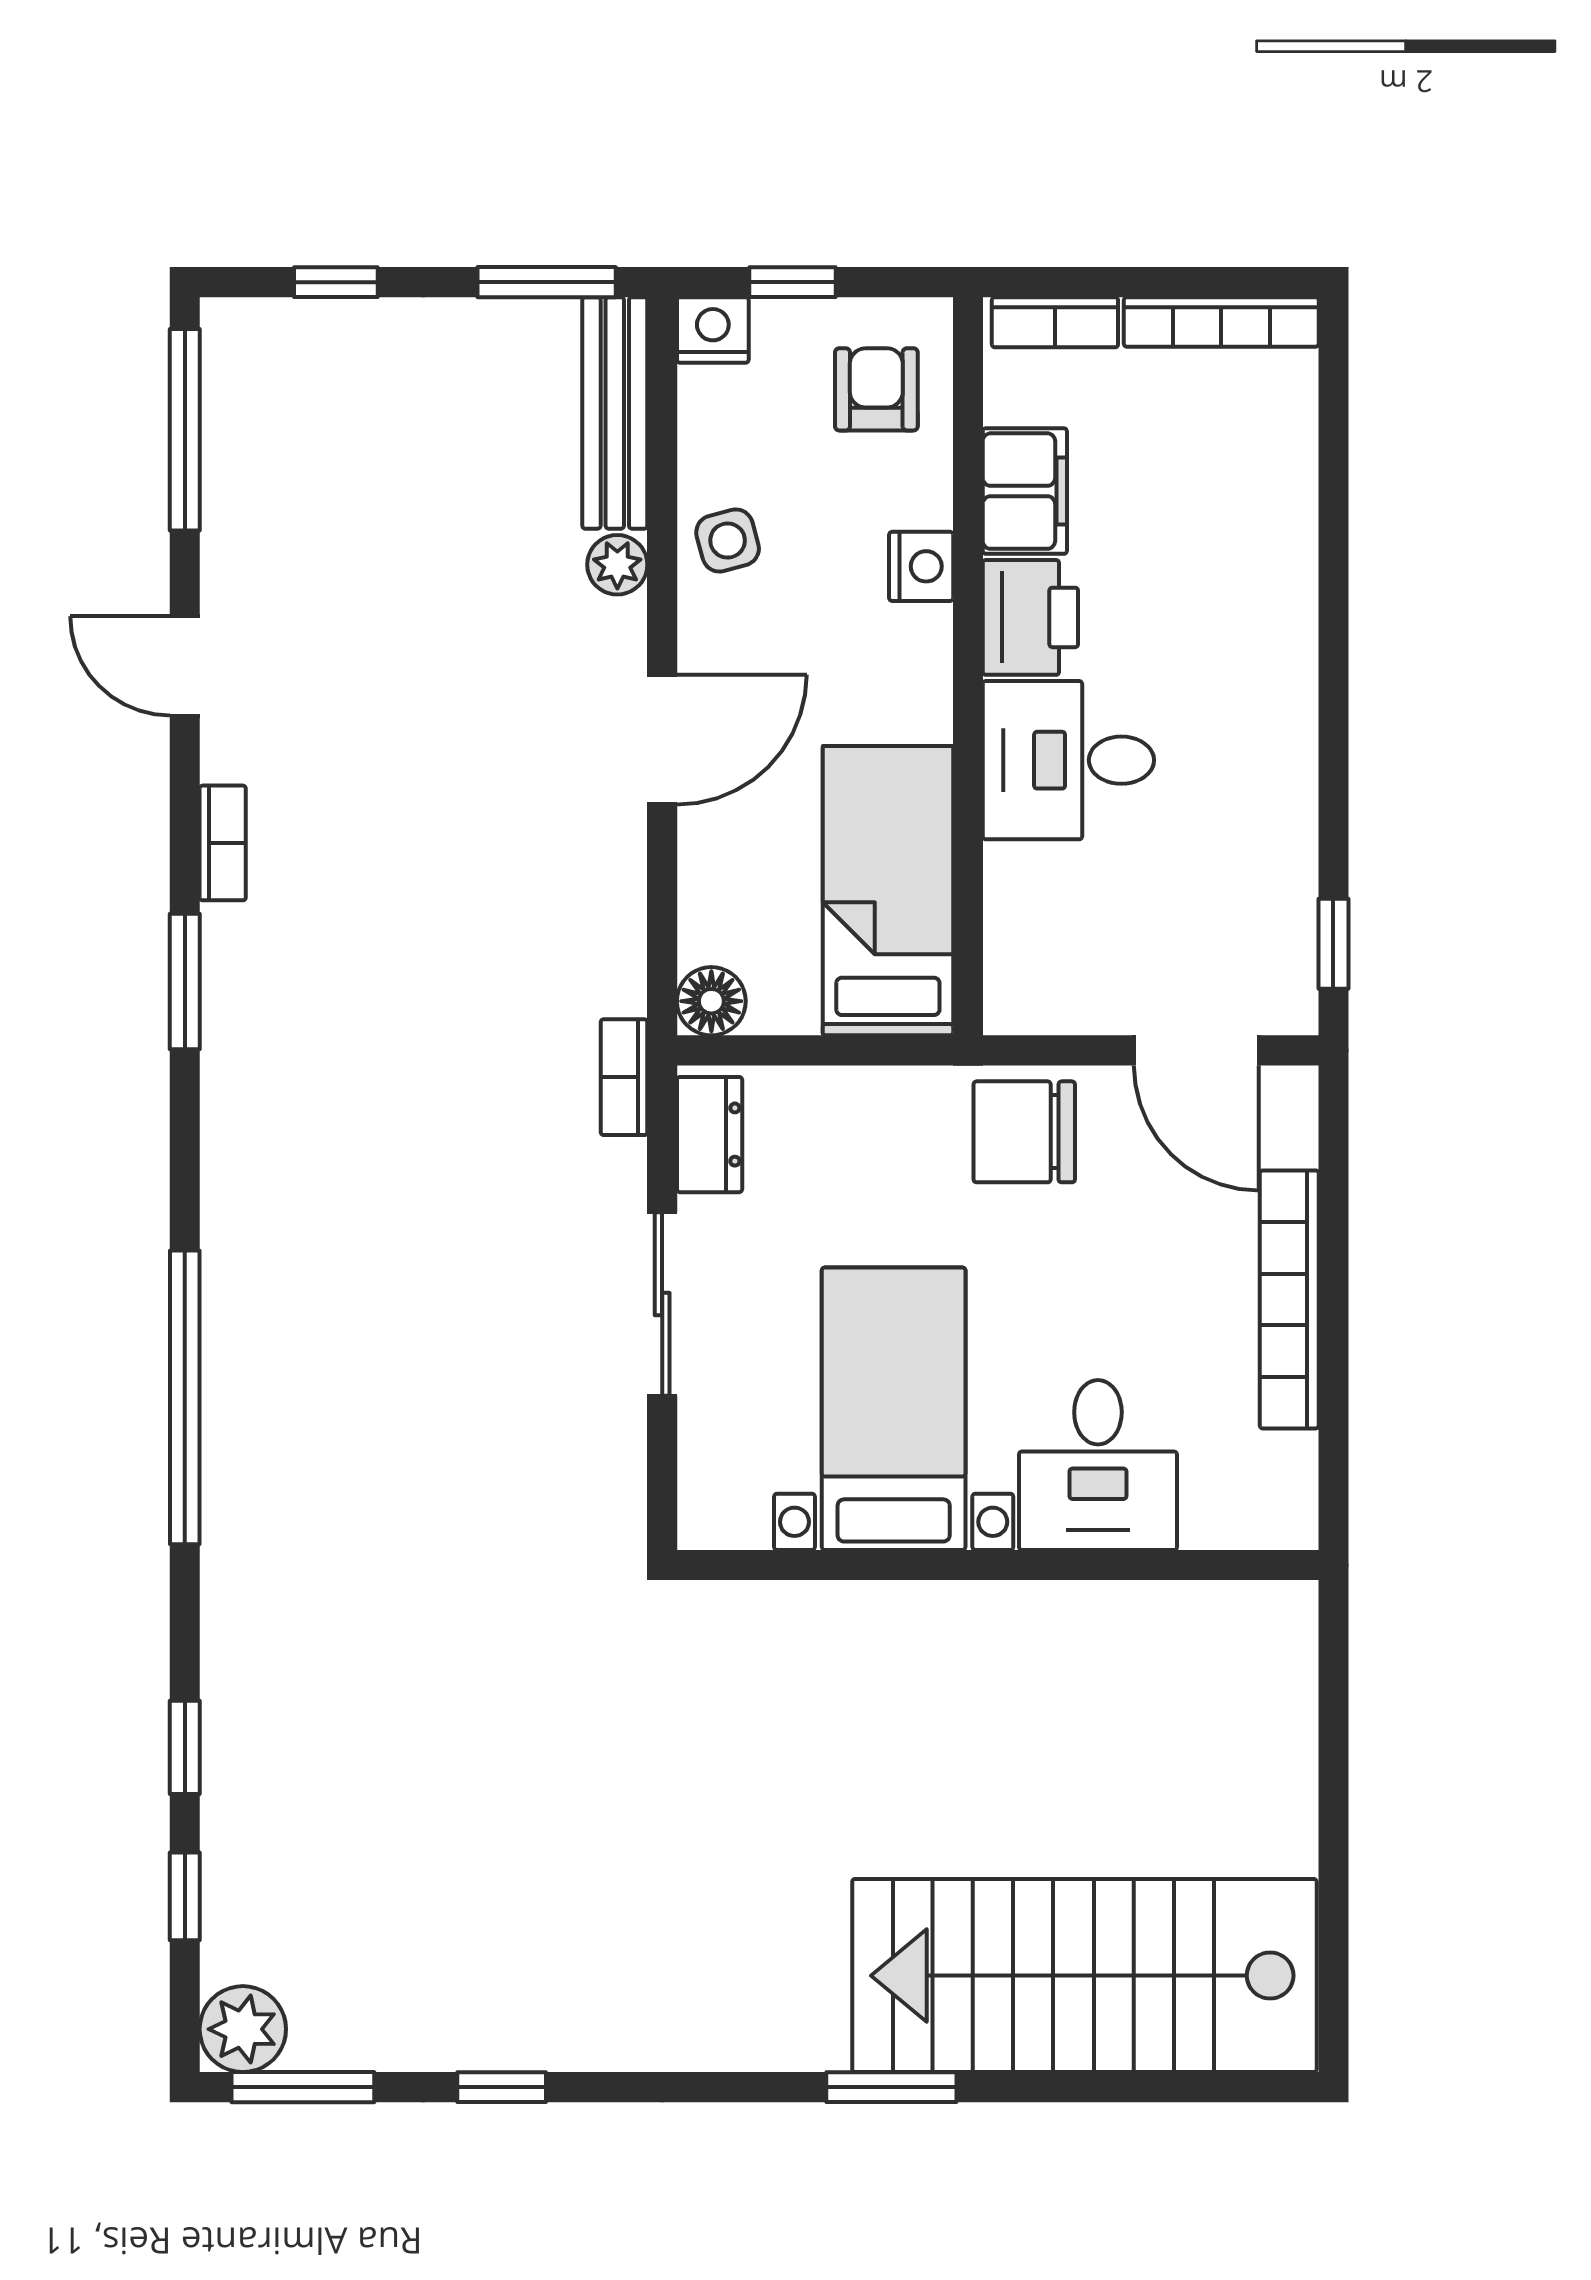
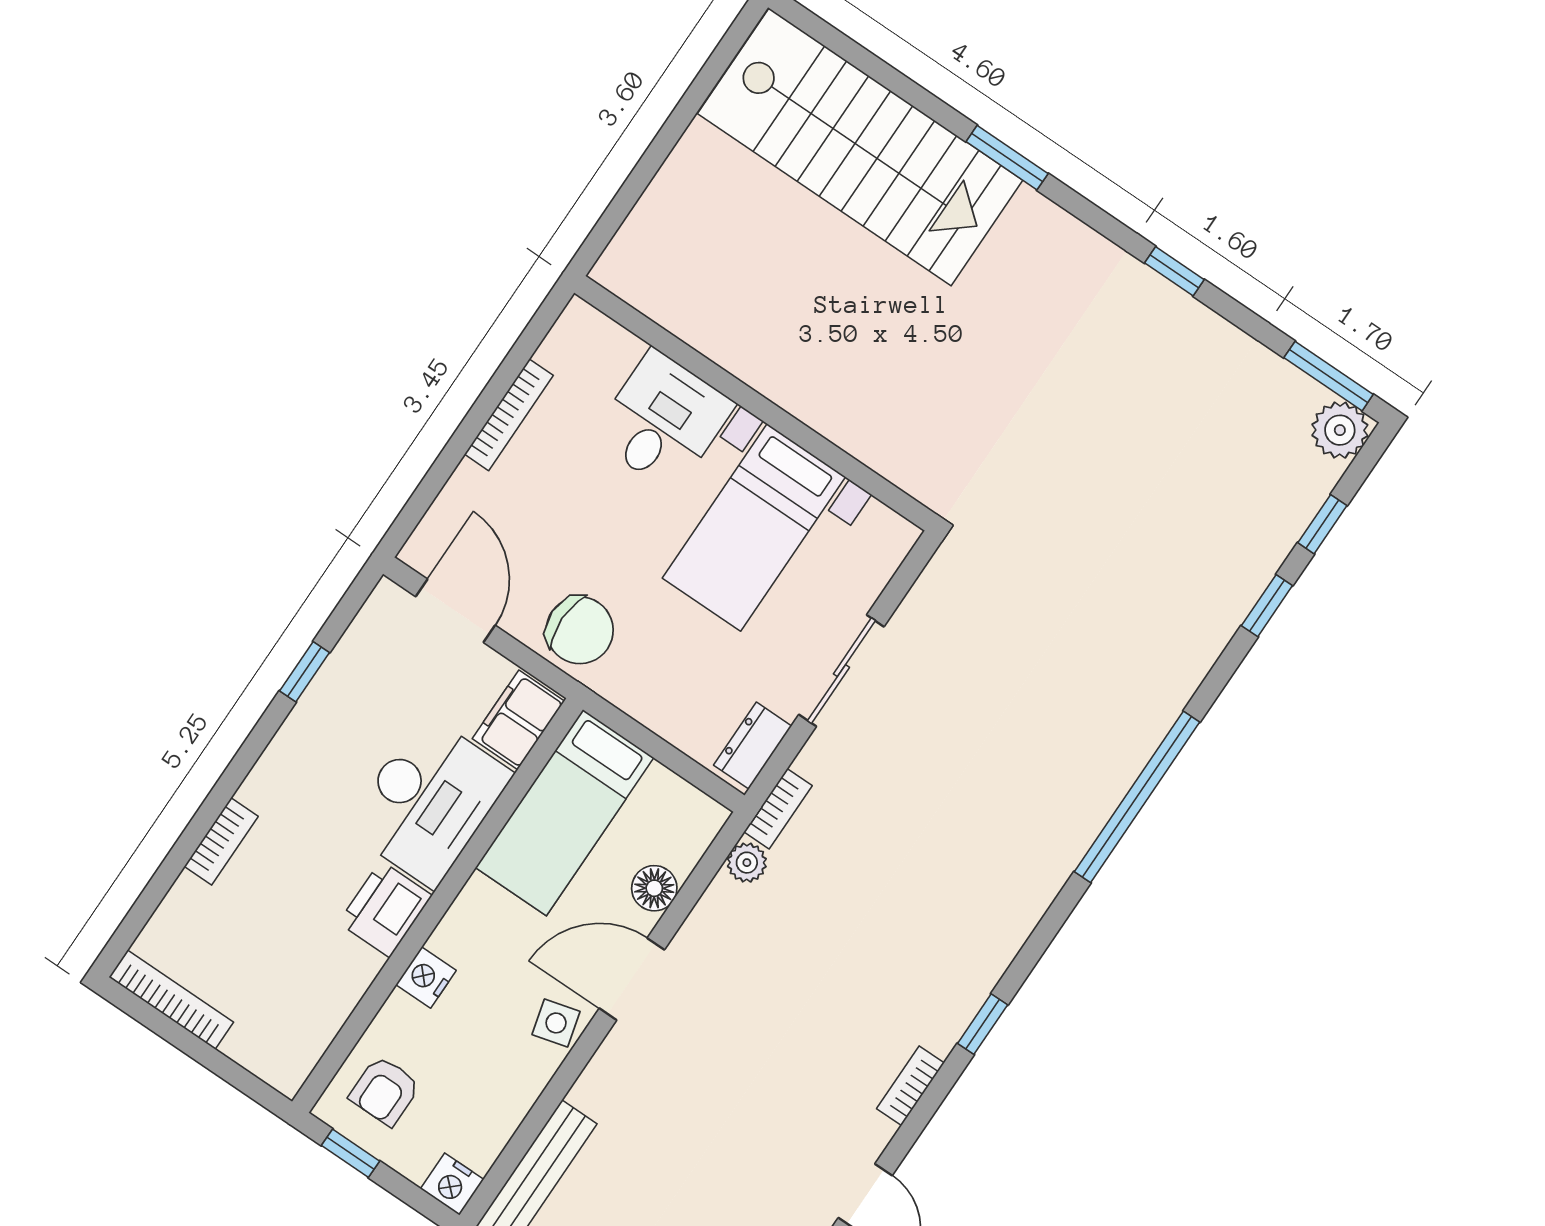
window: (792, 282) -> (350, 1153), moved
bookcase: (1055, 322) -> (221, 841), moved, turned 90
filing cabinet: (1025, 491) -> (518, 720), moved
side table: (728, 540) -> (556, 1023), moved
plant: (617, 565) -> (747, 863), moved
desk: (1068, 760) -> (428, 801), width x1.37
window: (1333, 944) -> (304, 672), moved
window: (185, 982) -> (983, 1024), width x0.67
floor lamp: (711, 1001) -> (654, 888), moved
bookcase: (1289, 1299) -> (509, 415), width x0.68, depth x0.76
window: (502, 2087) -> (1174, 271), moved

